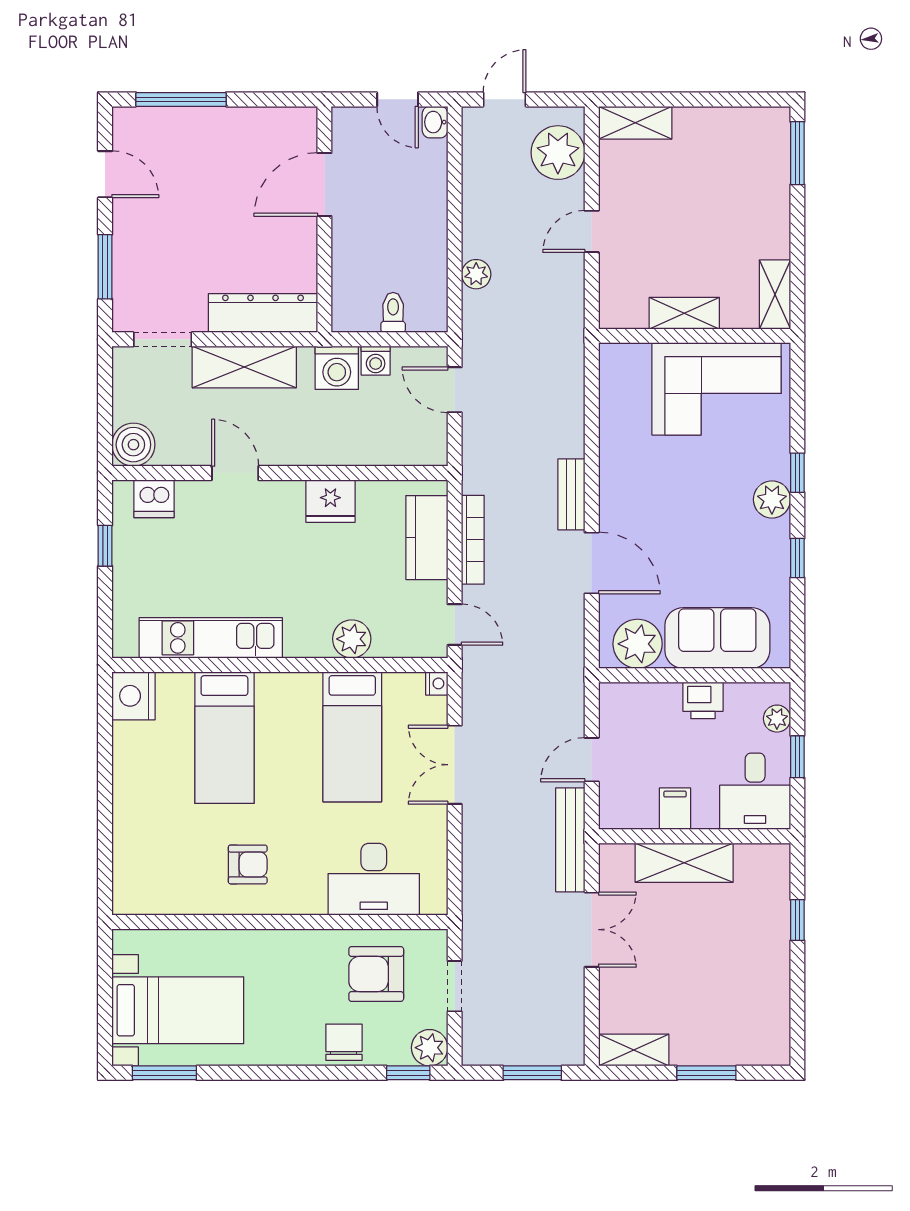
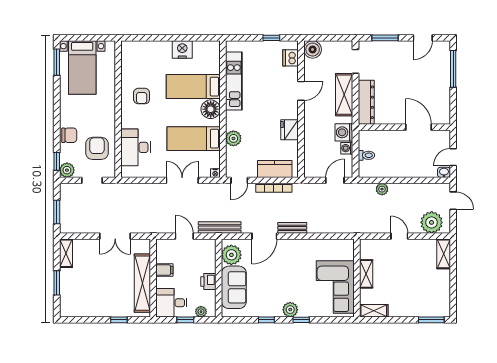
floor lamp: (280, 695) -> (211, 109), added
nightstand: (133, 696) -> (182, 50), moved
bench: (570, 840) -> (220, 227), moved
shelving: (684, 863) -> (142, 283), width x1.47

